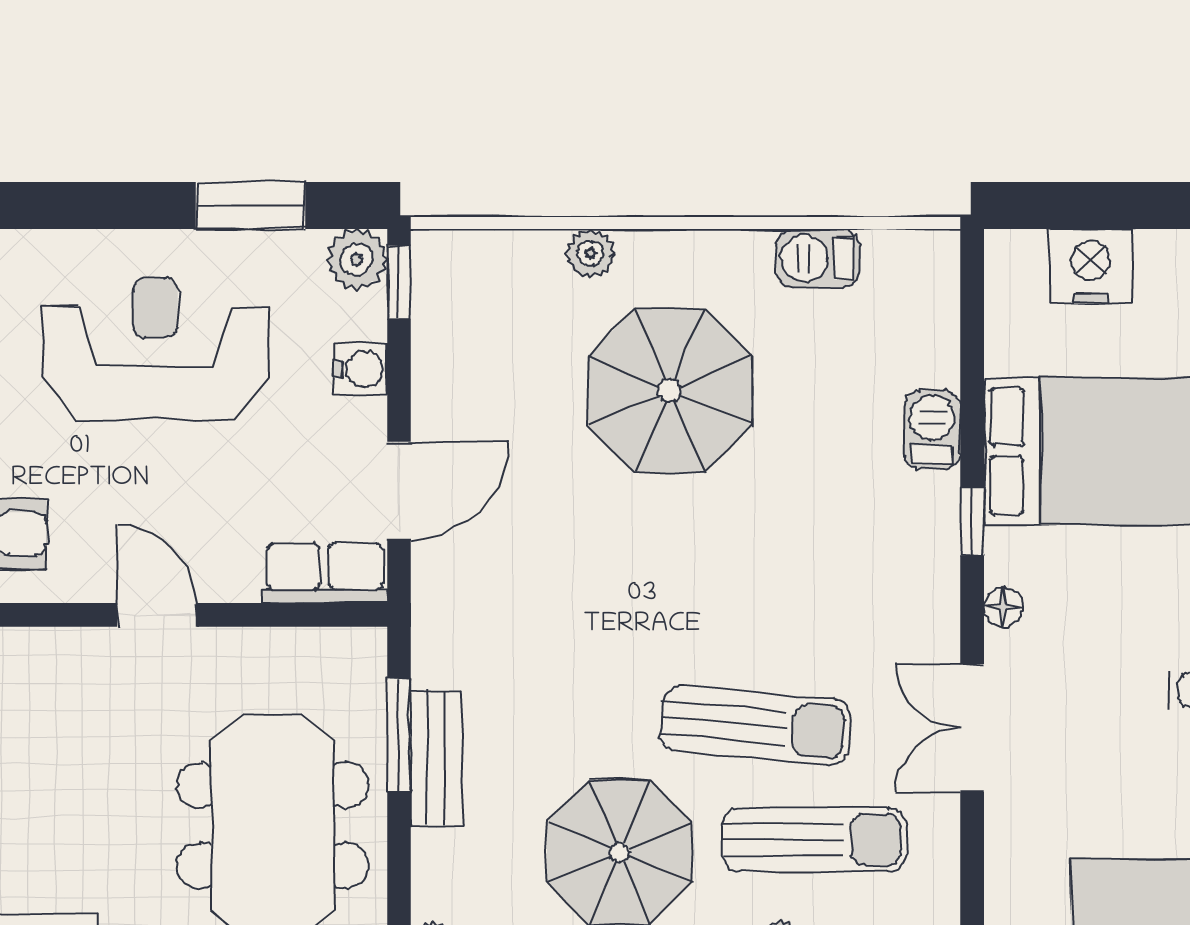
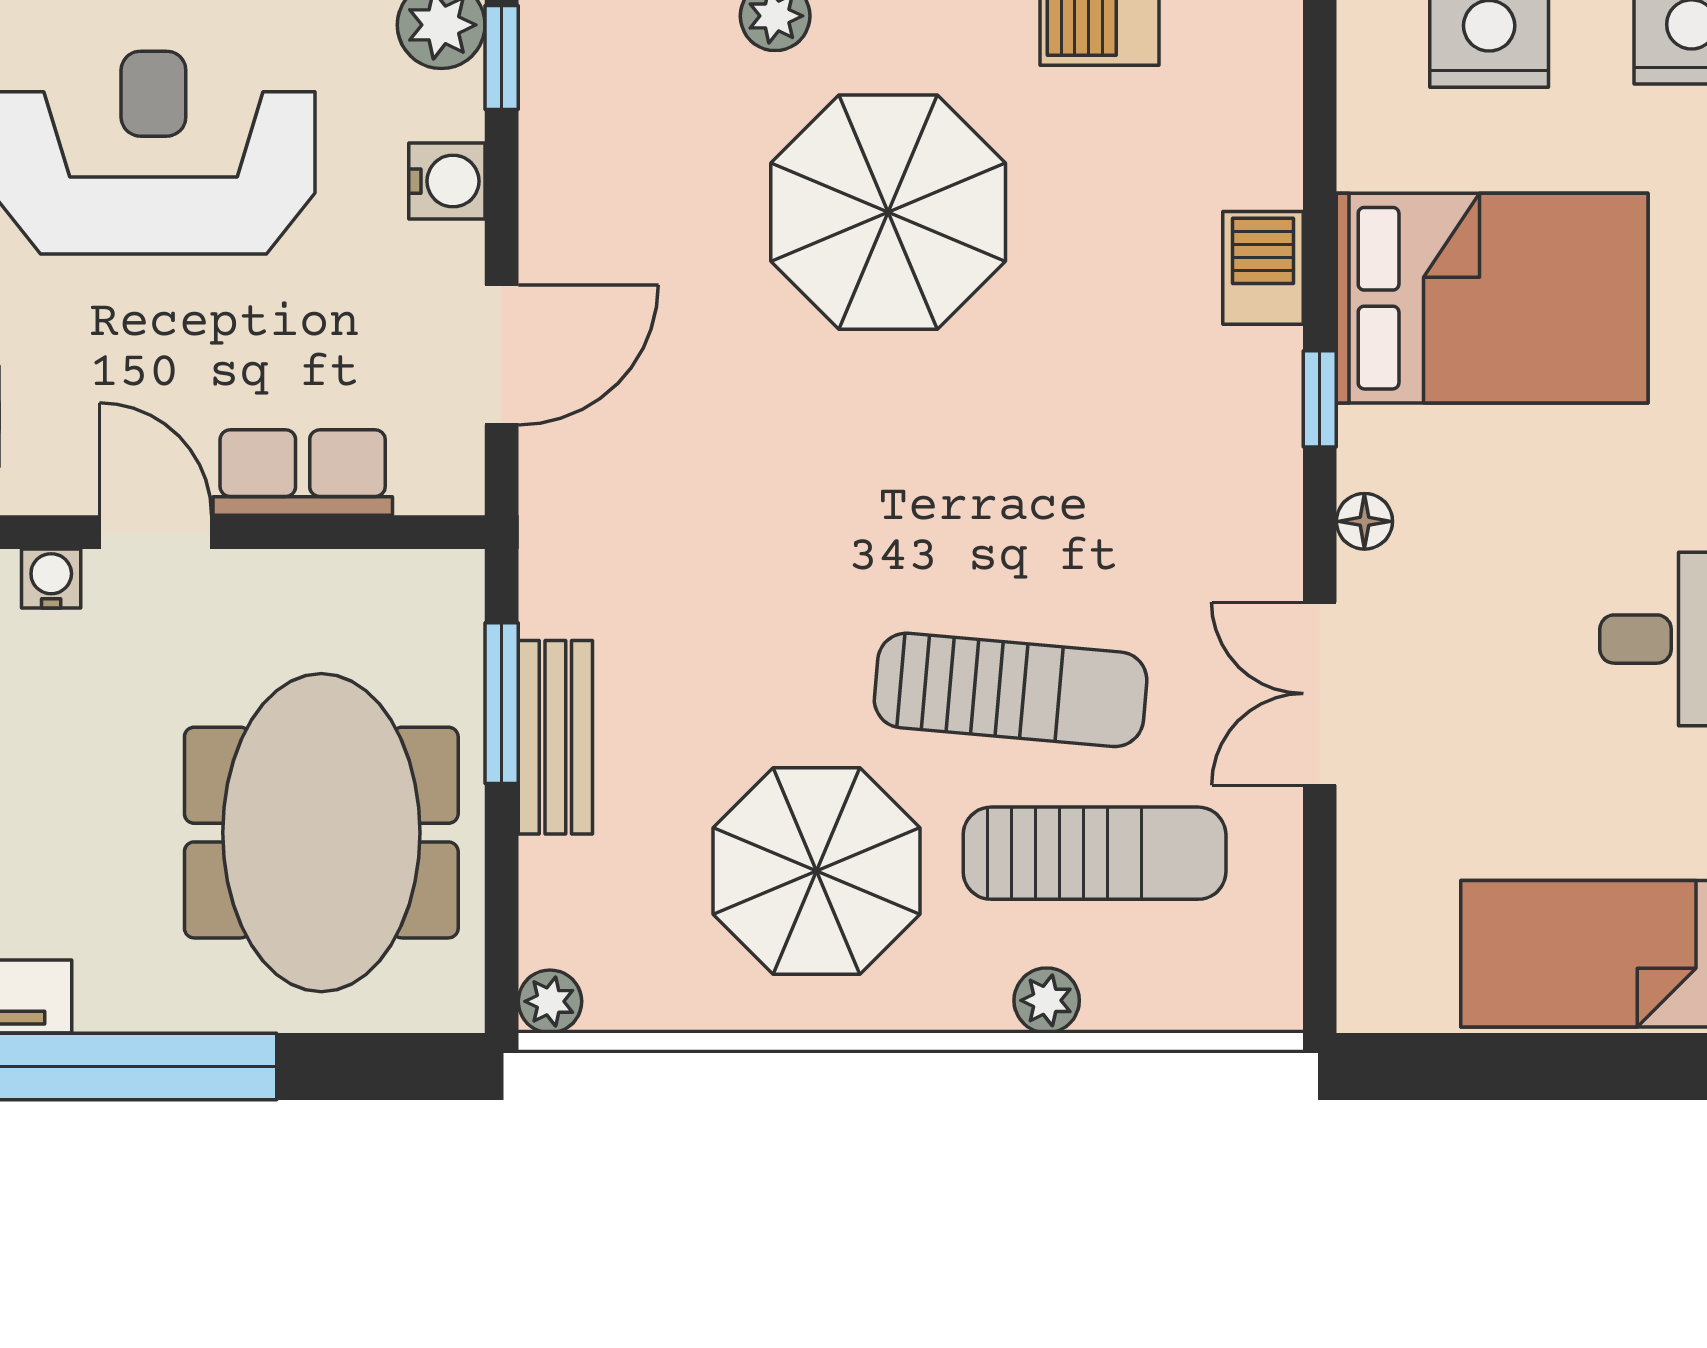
row of seats: (324, 573) -> (303, 473), moved
water cooler: (83, 647) -> (51, 578), added

